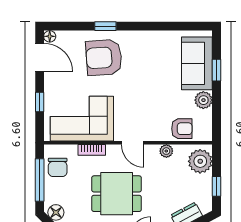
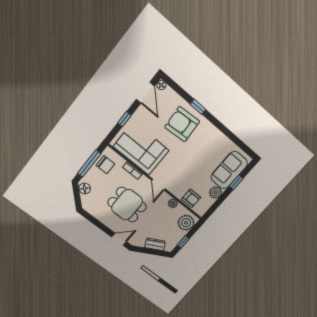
chair: (58, 167) -> (105, 165), turned -90

